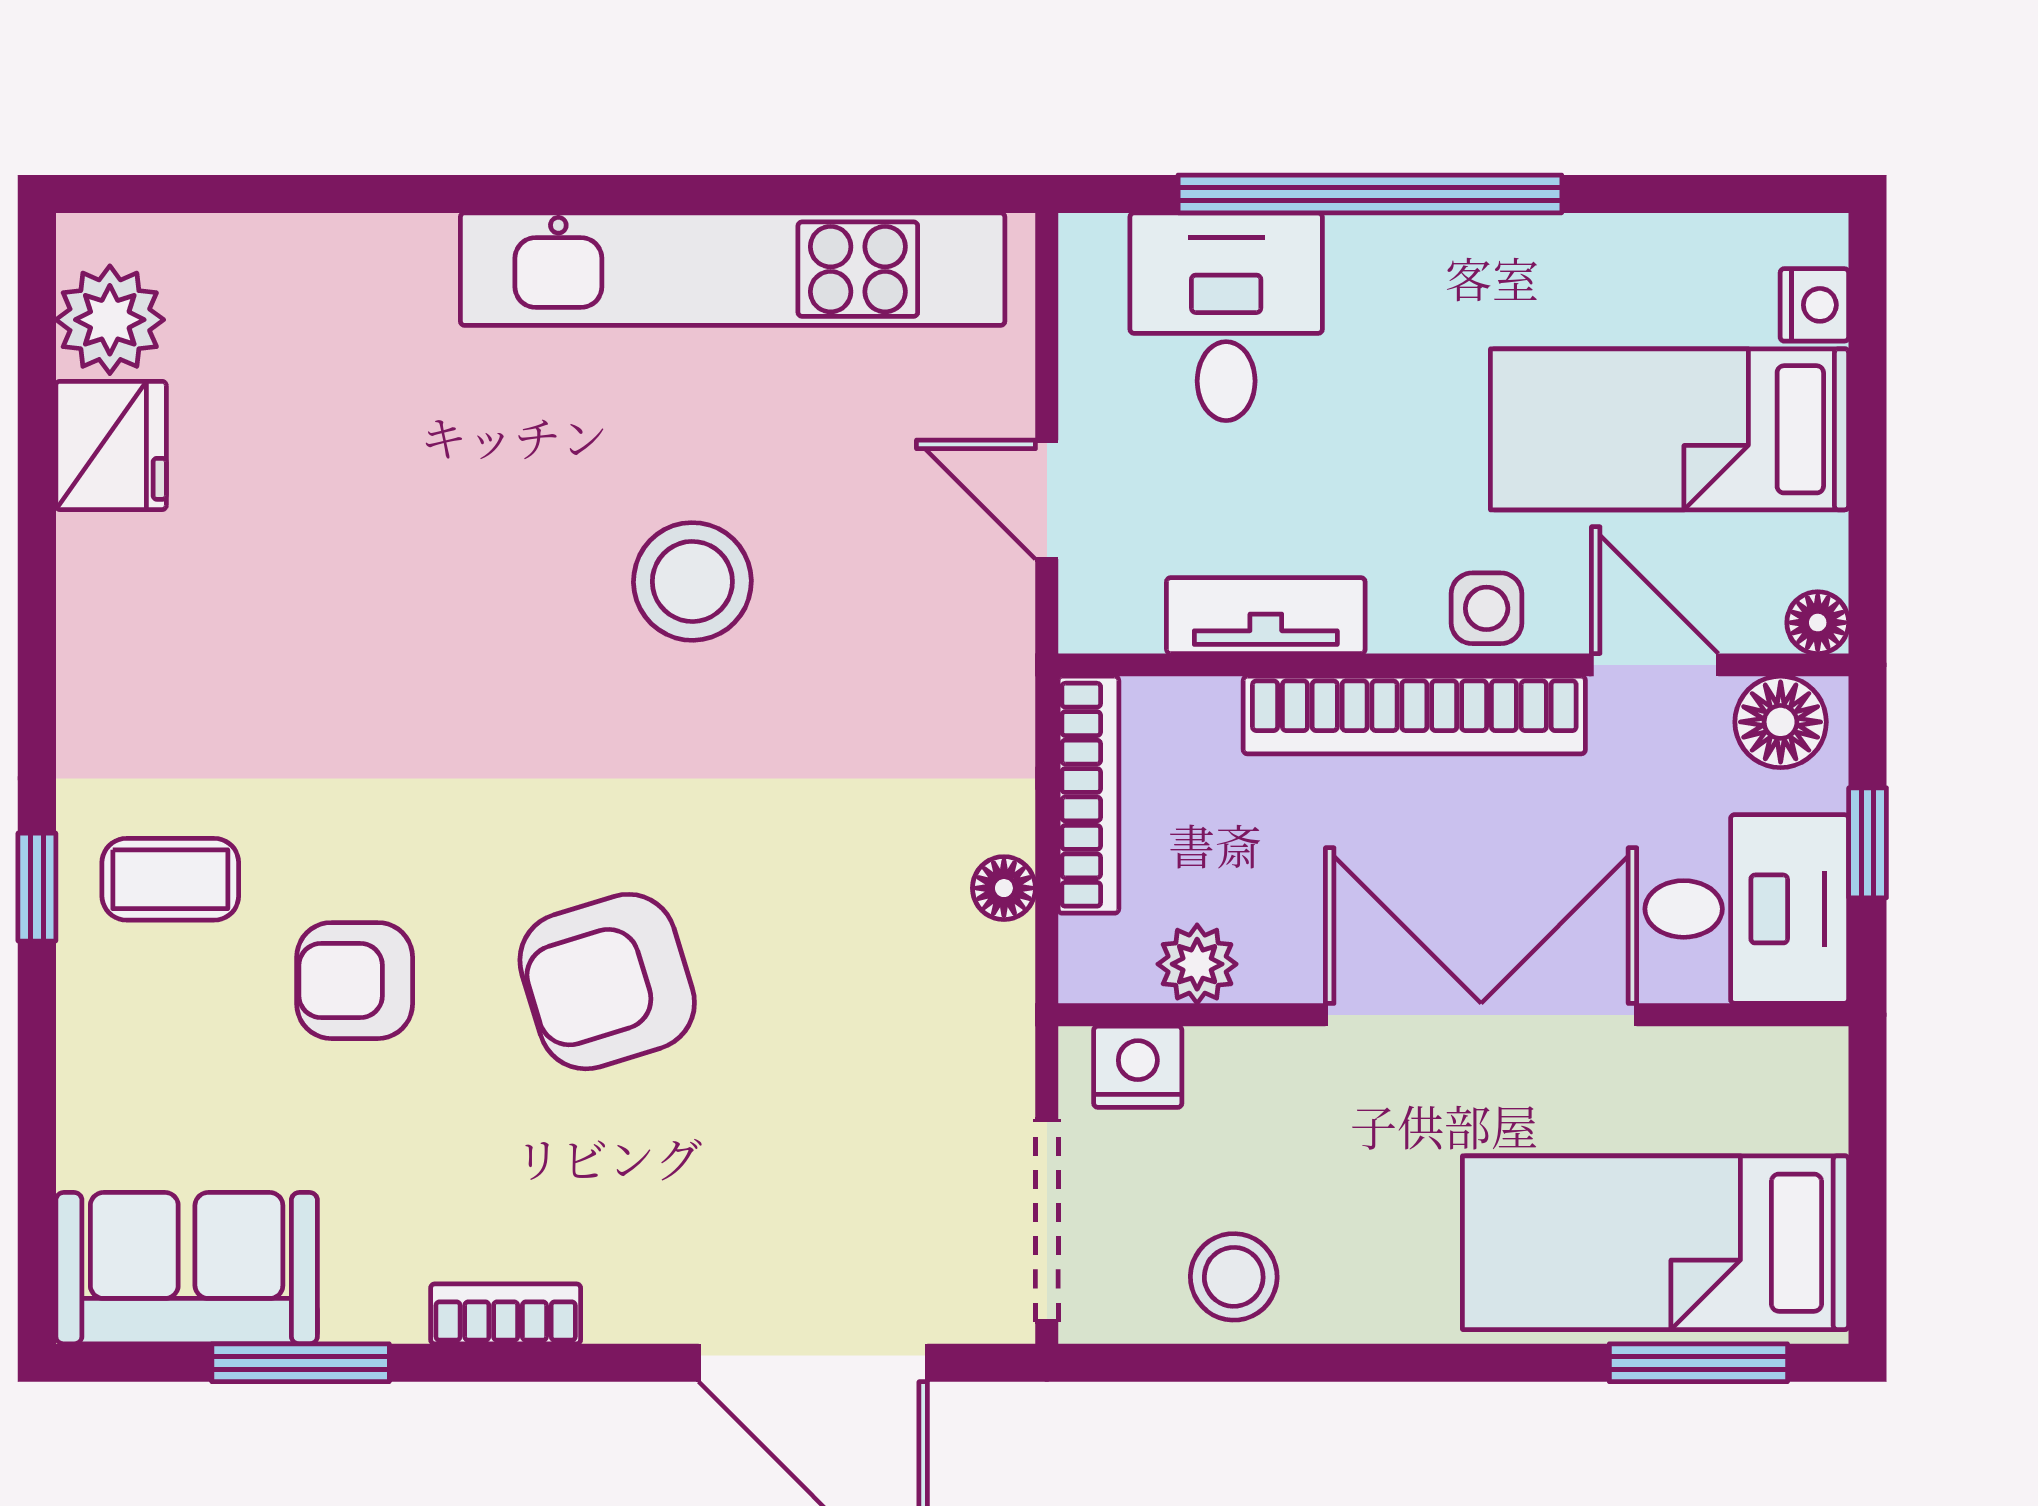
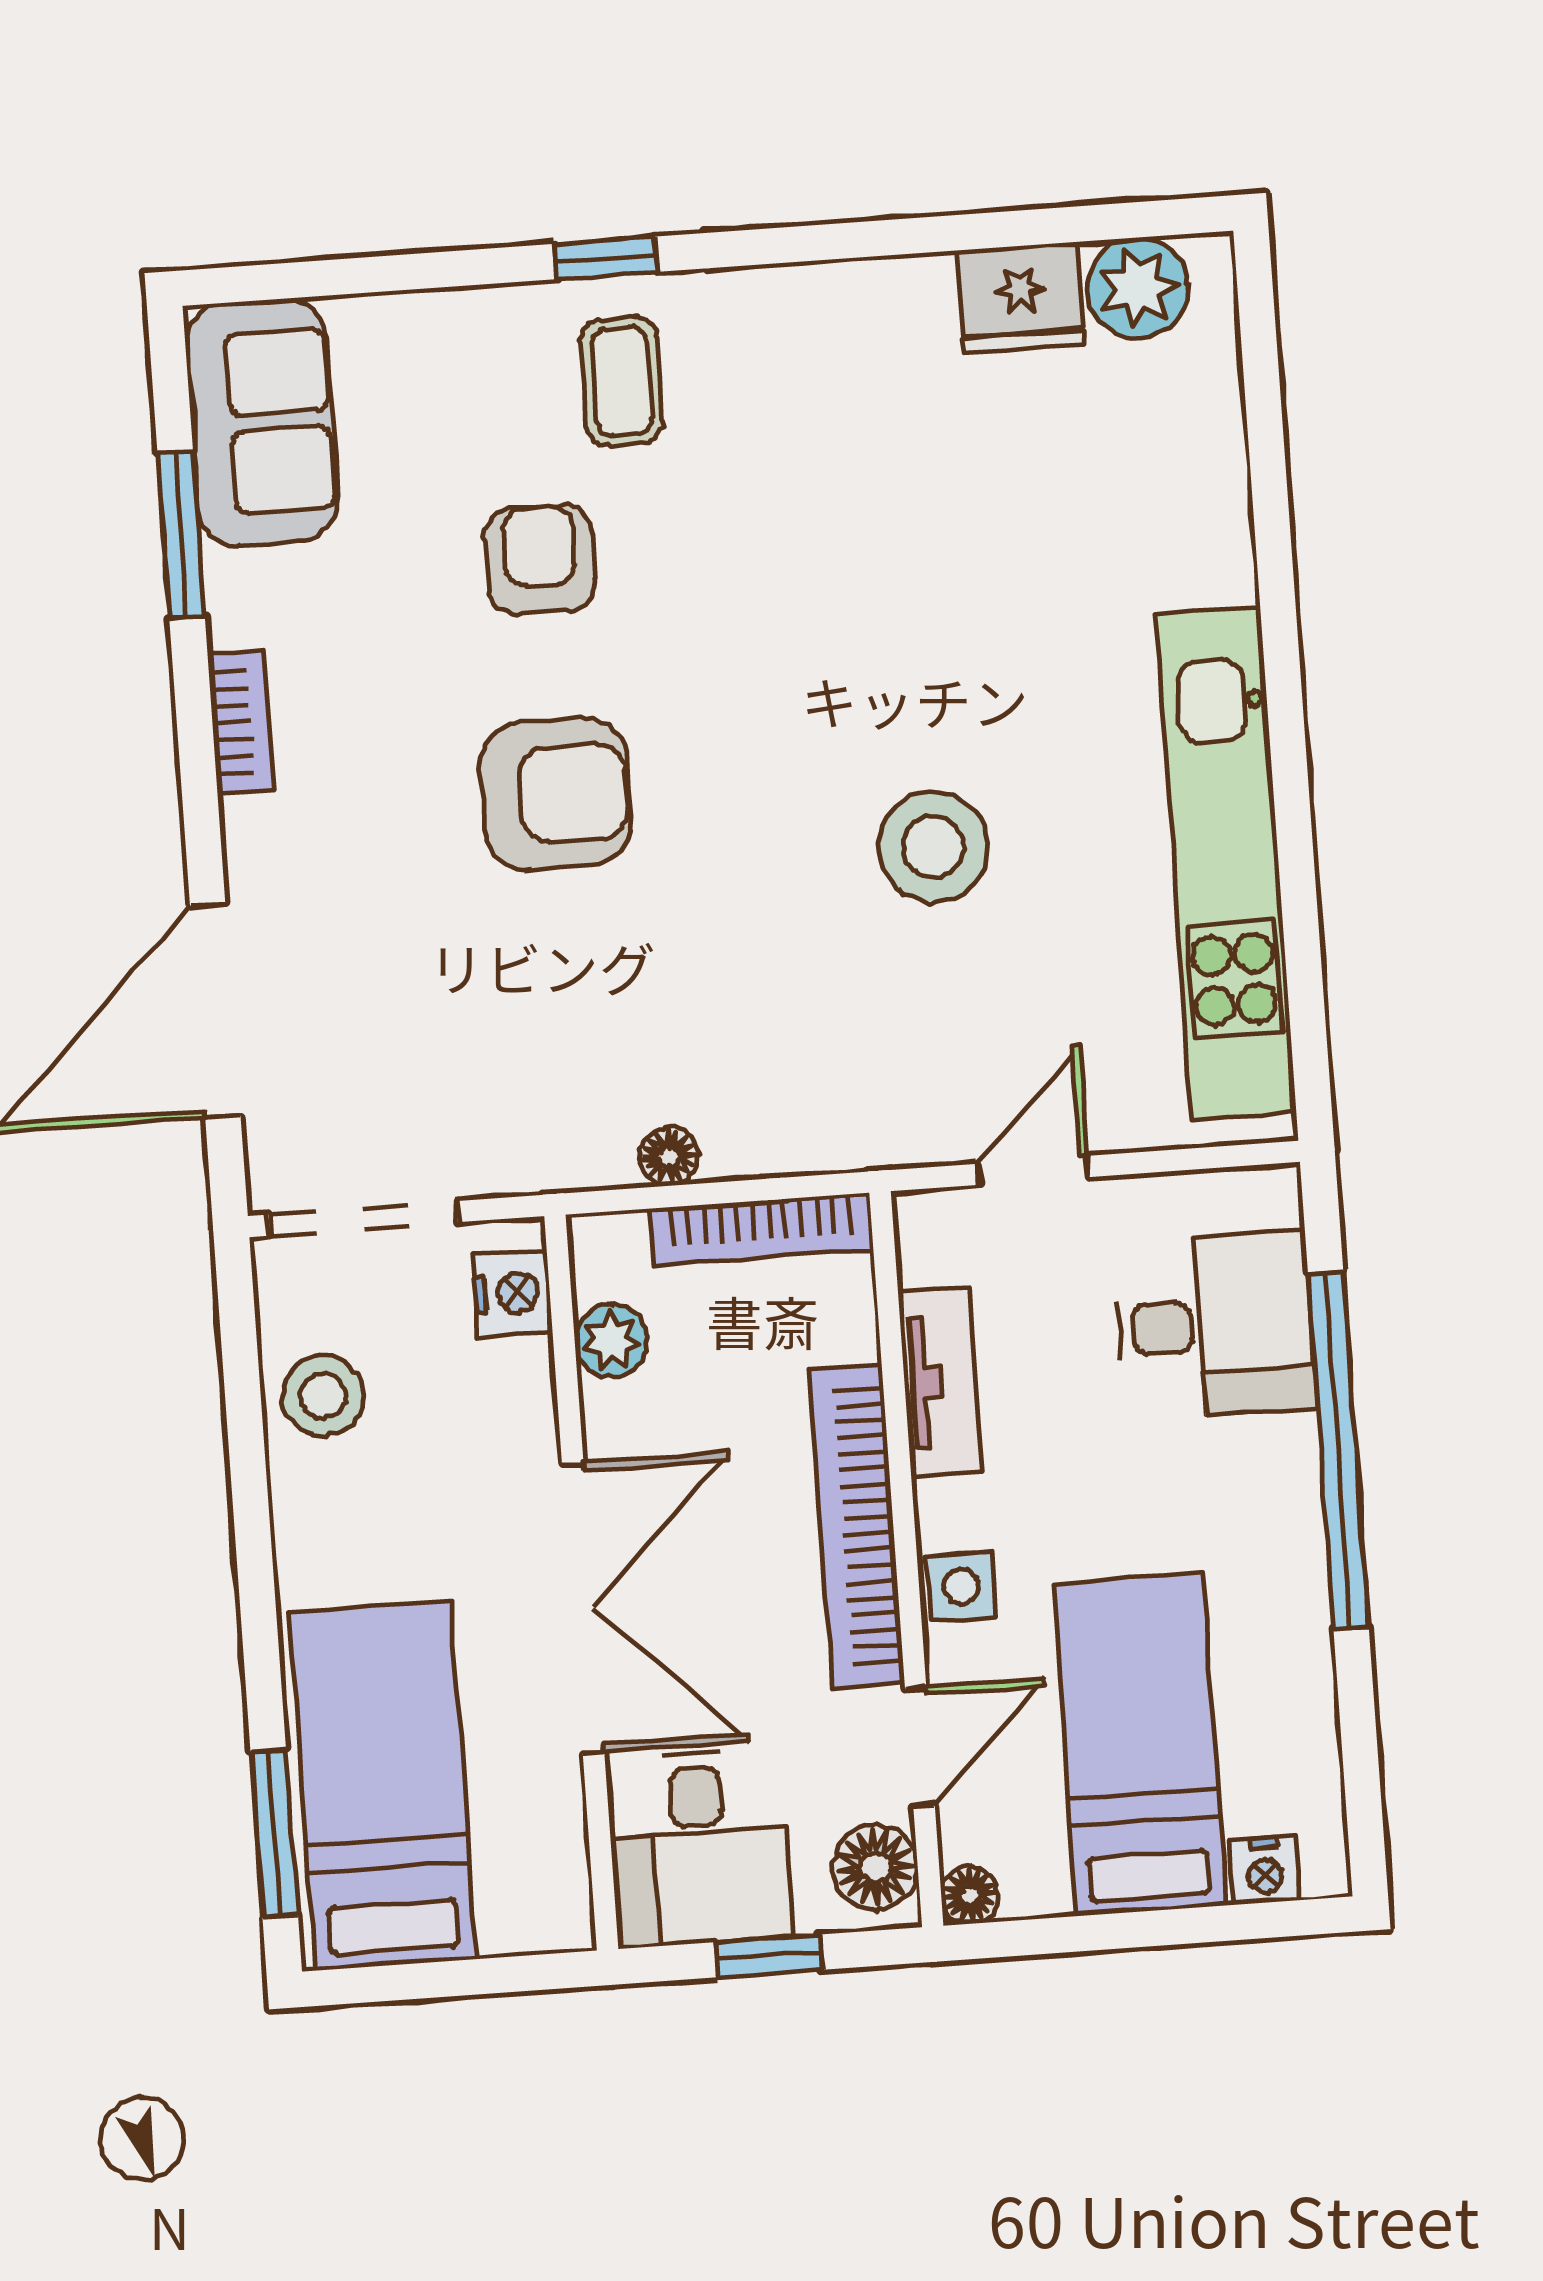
armchair: (607, 982) -> (556, 794), turned 107

